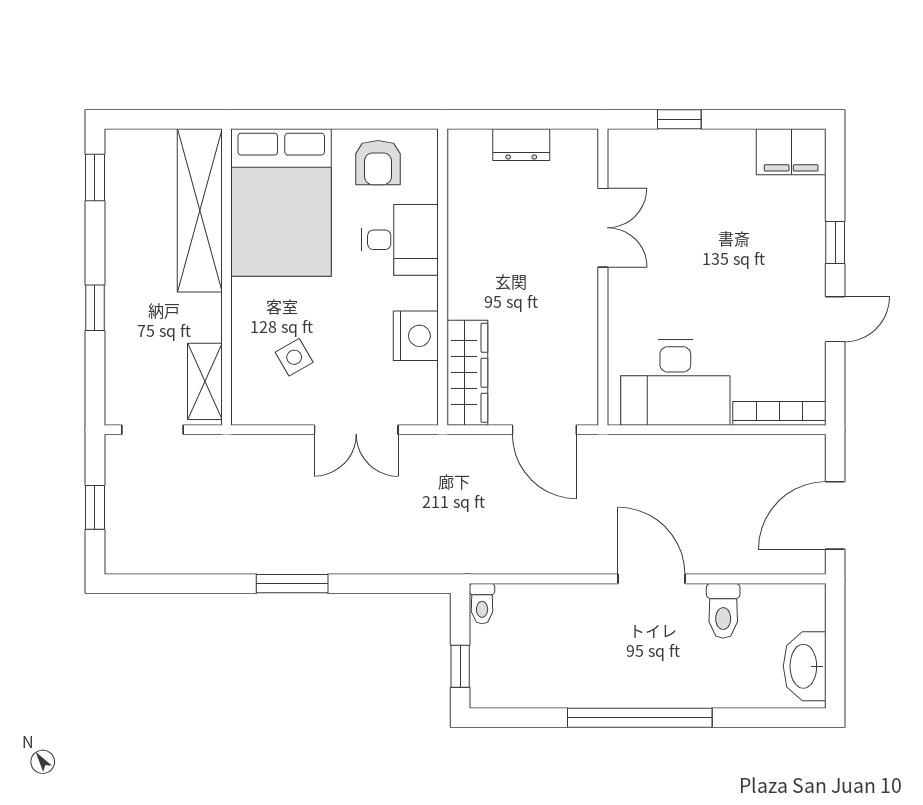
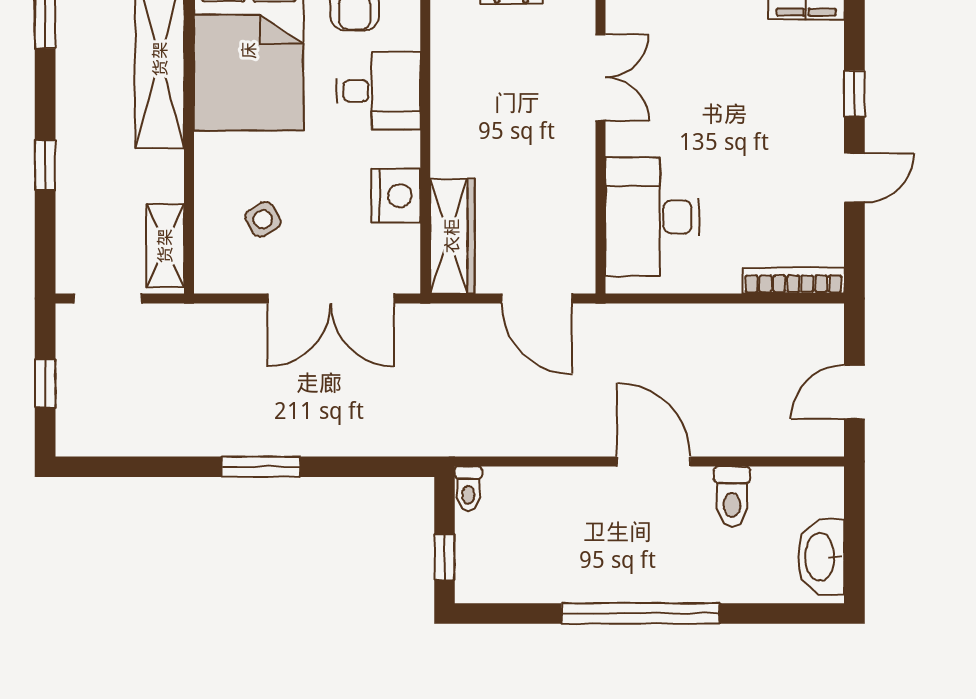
desk: (675, 382) -> (652, 217), moved, turned 90
double door: (356, 430) -> (331, 298), width x1.37
door: (835, 515) -> (854, 392), width x0.73

